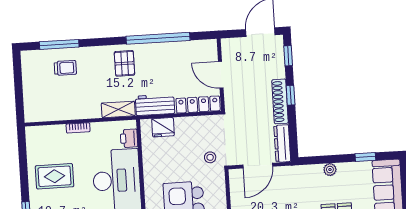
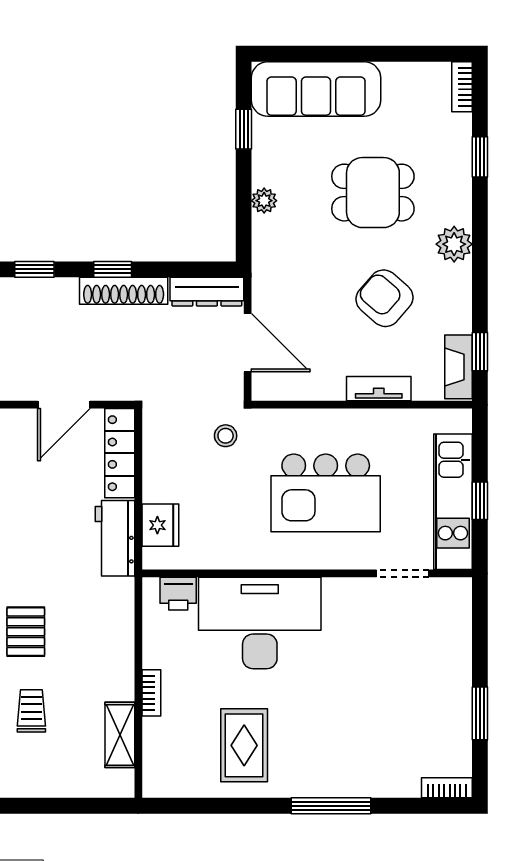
pallet: (124, 63) -> (26, 632), moved, turned 90
shelving: (118, 109) -> (120, 735), moved

